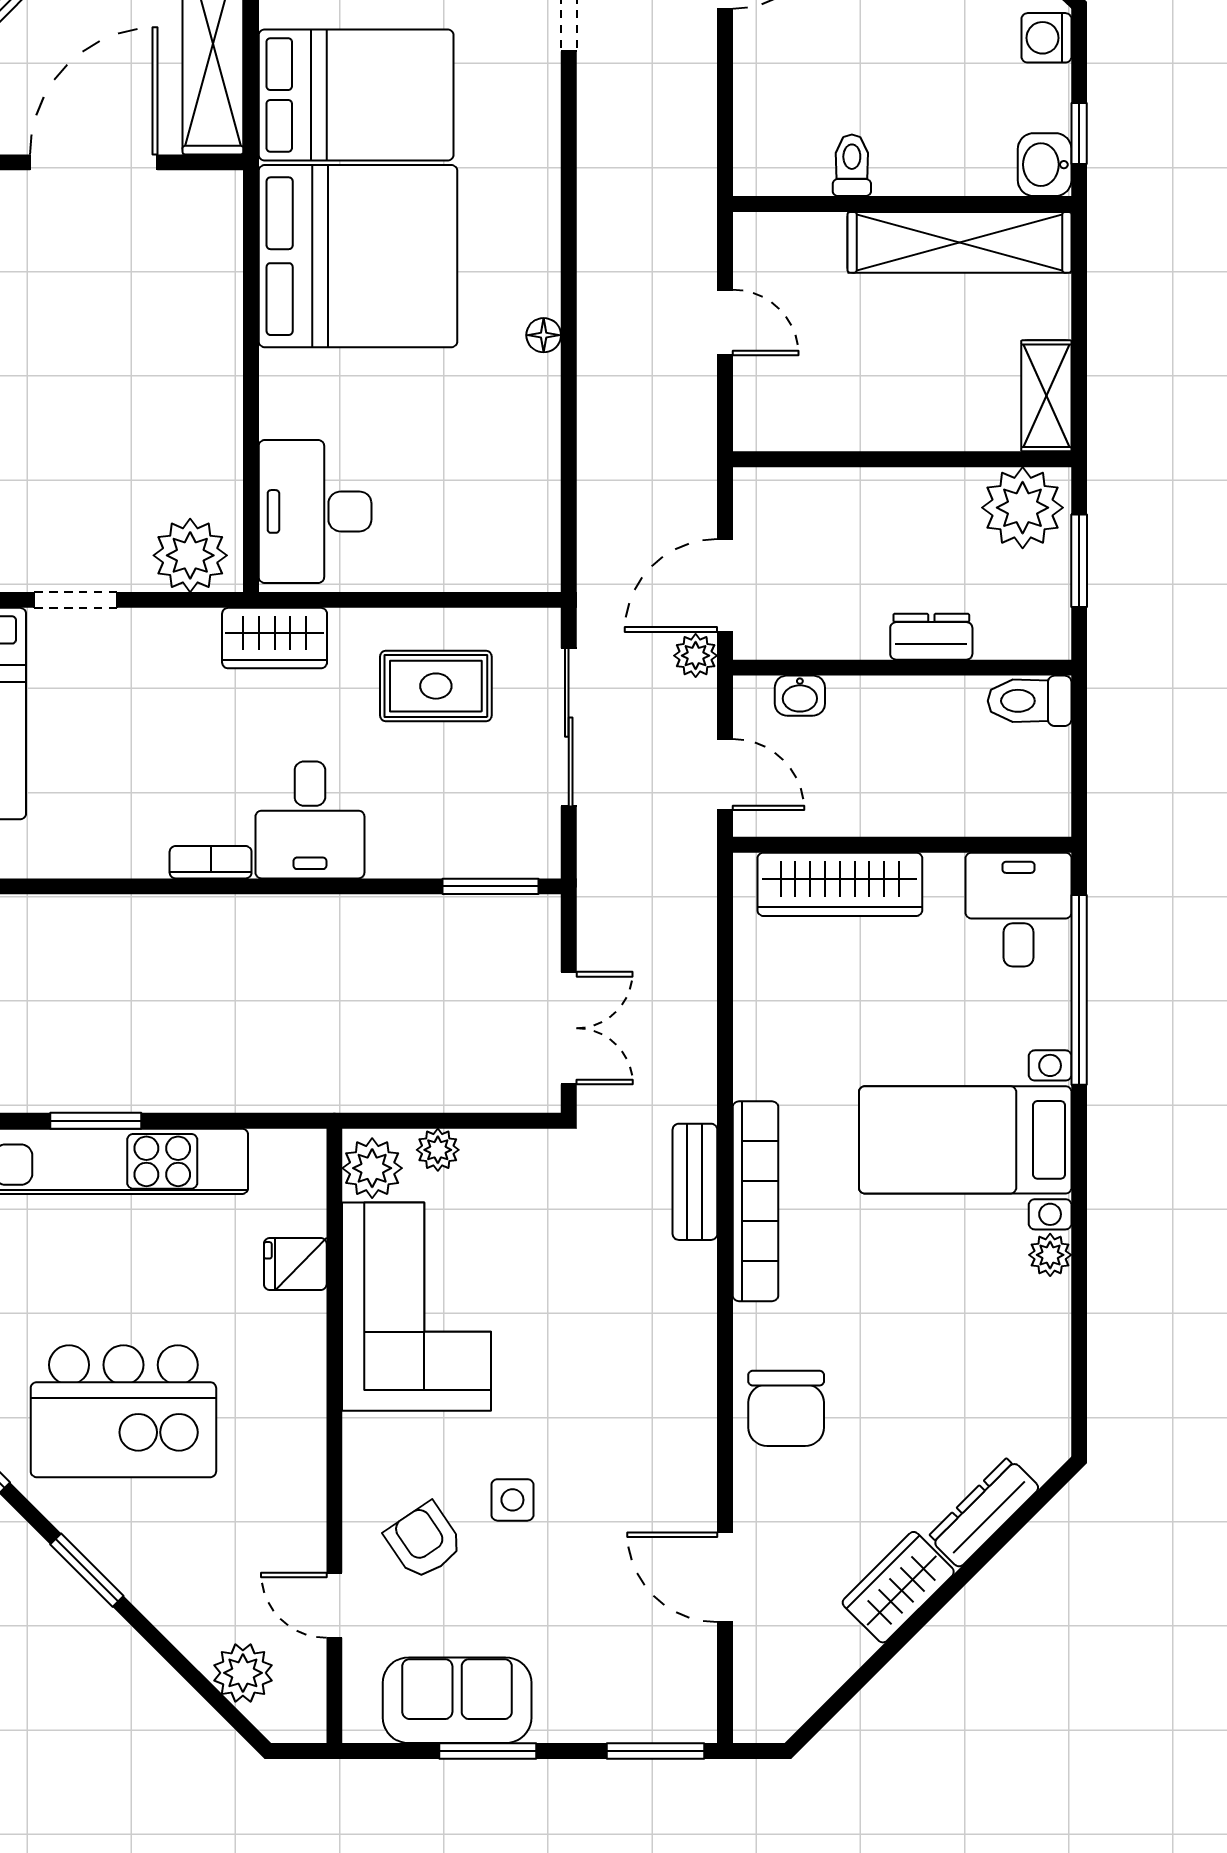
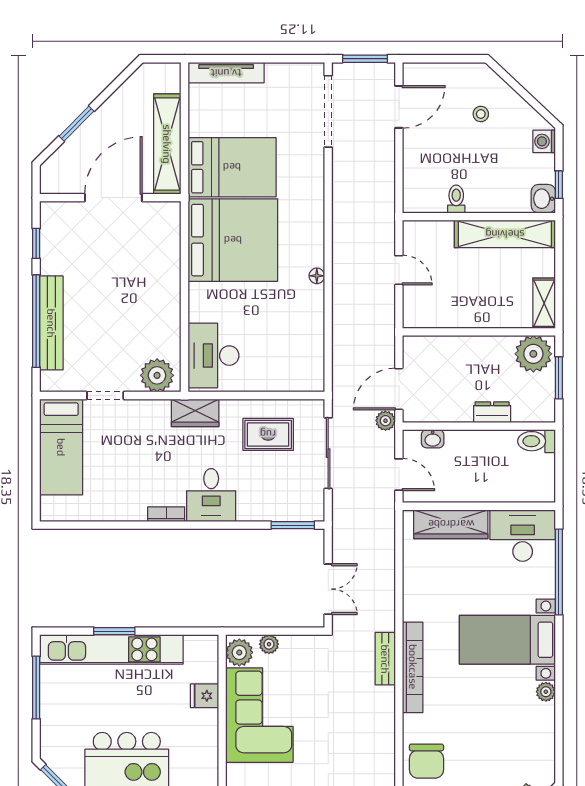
desk: (1018, 910) -> (523, 536), width x1.37

